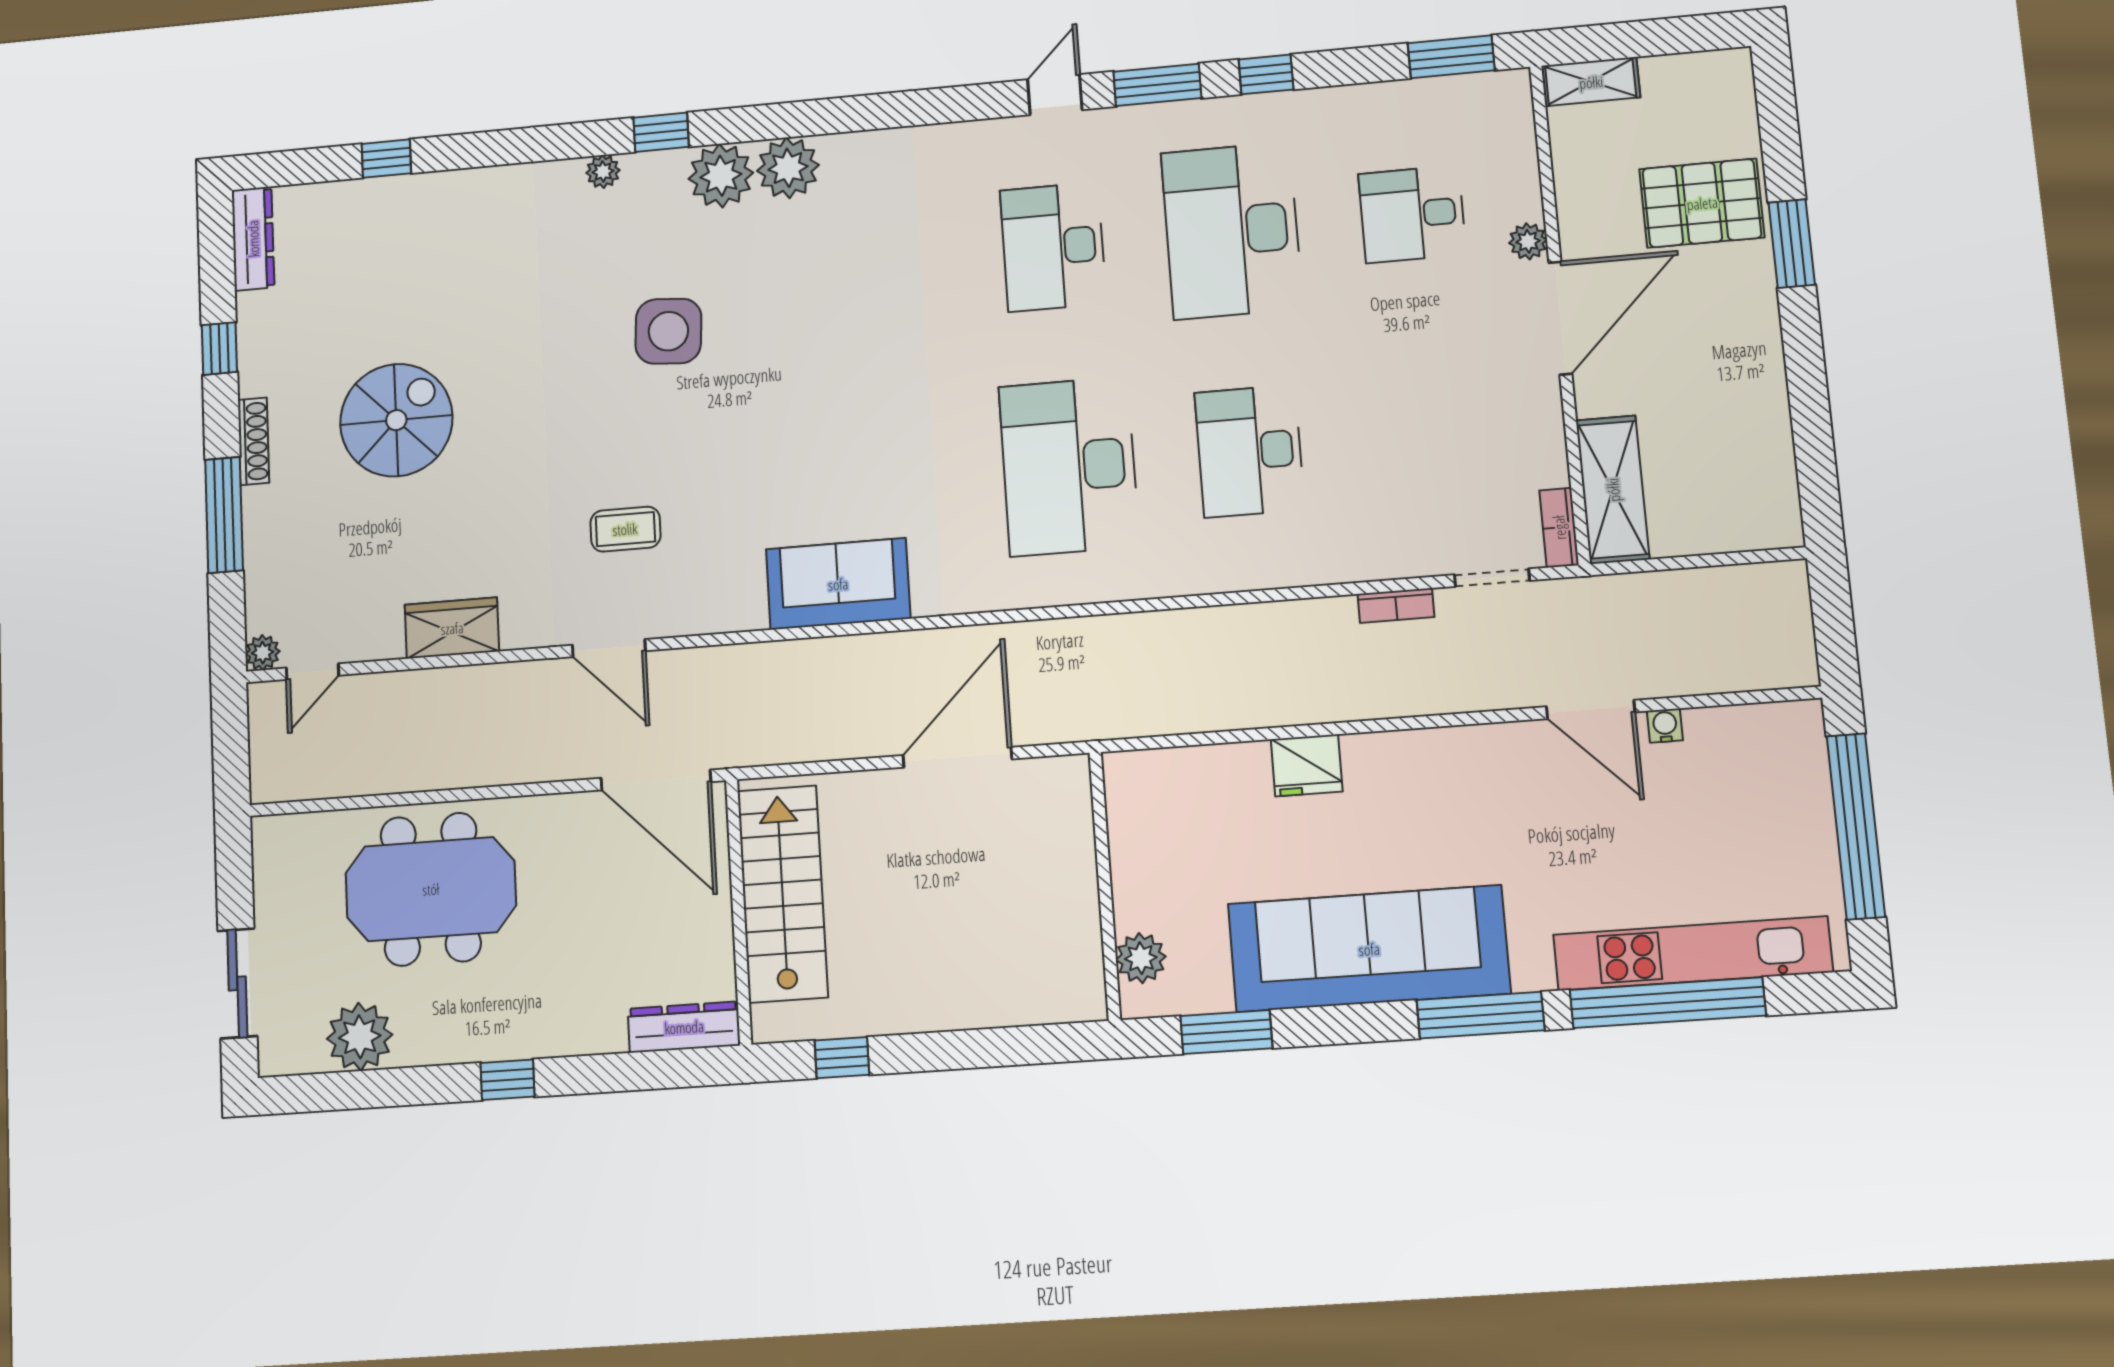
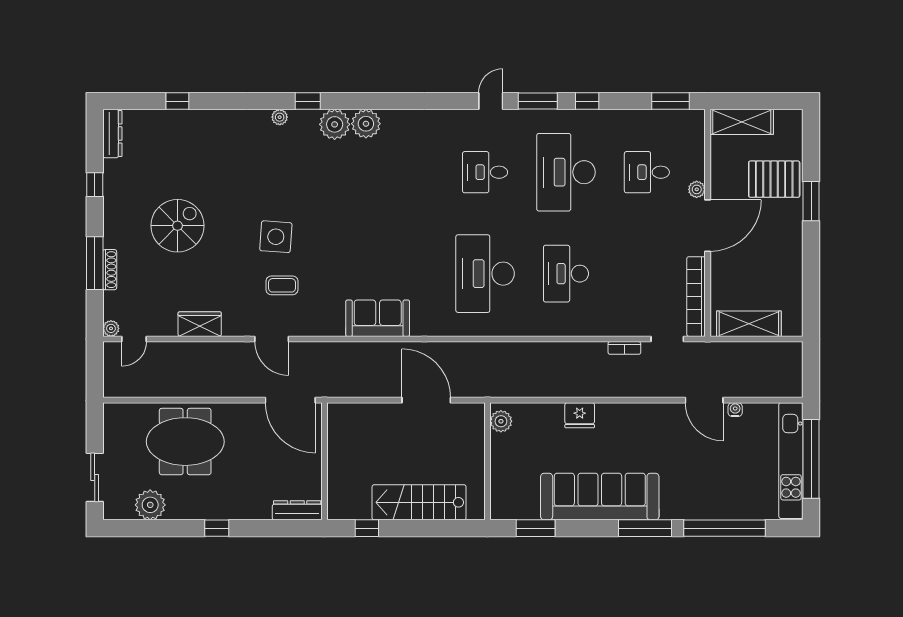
shelving: (1591, 82) -> (742, 122), width x1.50, depth x1.33
desk: (1053, 247) -> (485, 172), width x0.73
side table: (668, 331) -> (276, 237), moved
shoe rack: (254, 441) -> (110, 270), moved
shelving: (1613, 490) -> (749, 324), moved, turned 90
bookcase: (1559, 528) -> (696, 297), width x2.31, depth x1.31
door: (957, 757) -> (426, 400), hinge flipped
stairs: (783, 894) -> (419, 502), moved, turned -90
kitchen unit: (1693, 953) -> (791, 461), moved, turned -90
plant: (1141, 958) -> (501, 421), moved

